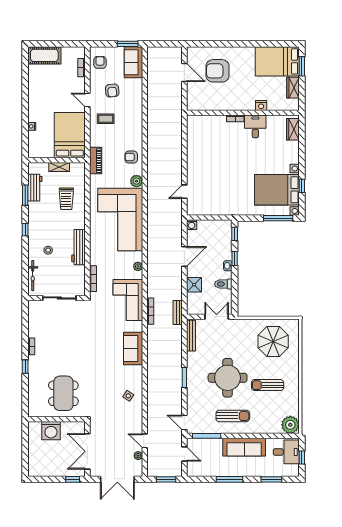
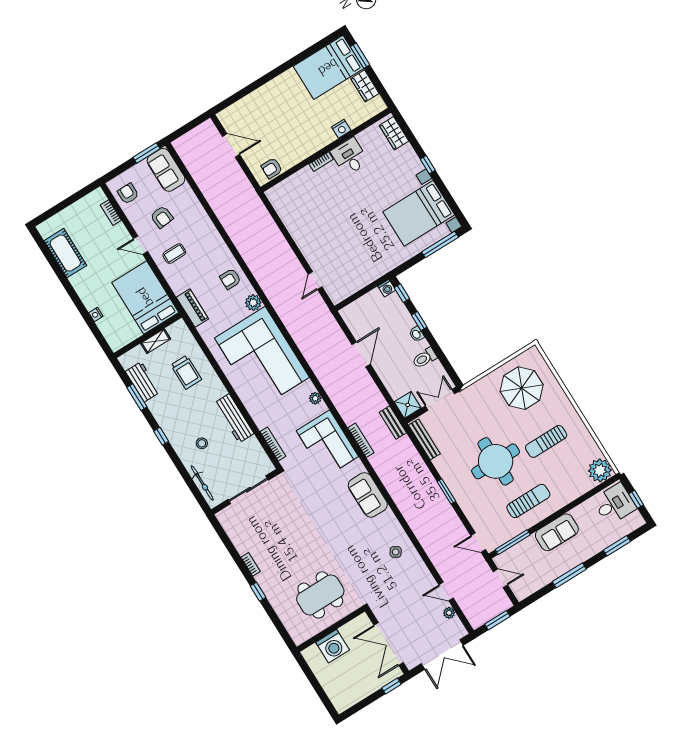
cot: (44, 55) -> (65, 253), moved, turned 90
armchair: (217, 71) -> (272, 168), moved, width x0.53, depth x0.53
window: (302, 186) -> (428, 165), moved
washing machine: (192, 225) -> (387, 288), moved
shower: (194, 285) -> (408, 405), moved
dining table: (63, 393) -> (320, 595), turned 90
sofa: (244, 447) -> (557, 532), width x0.73

